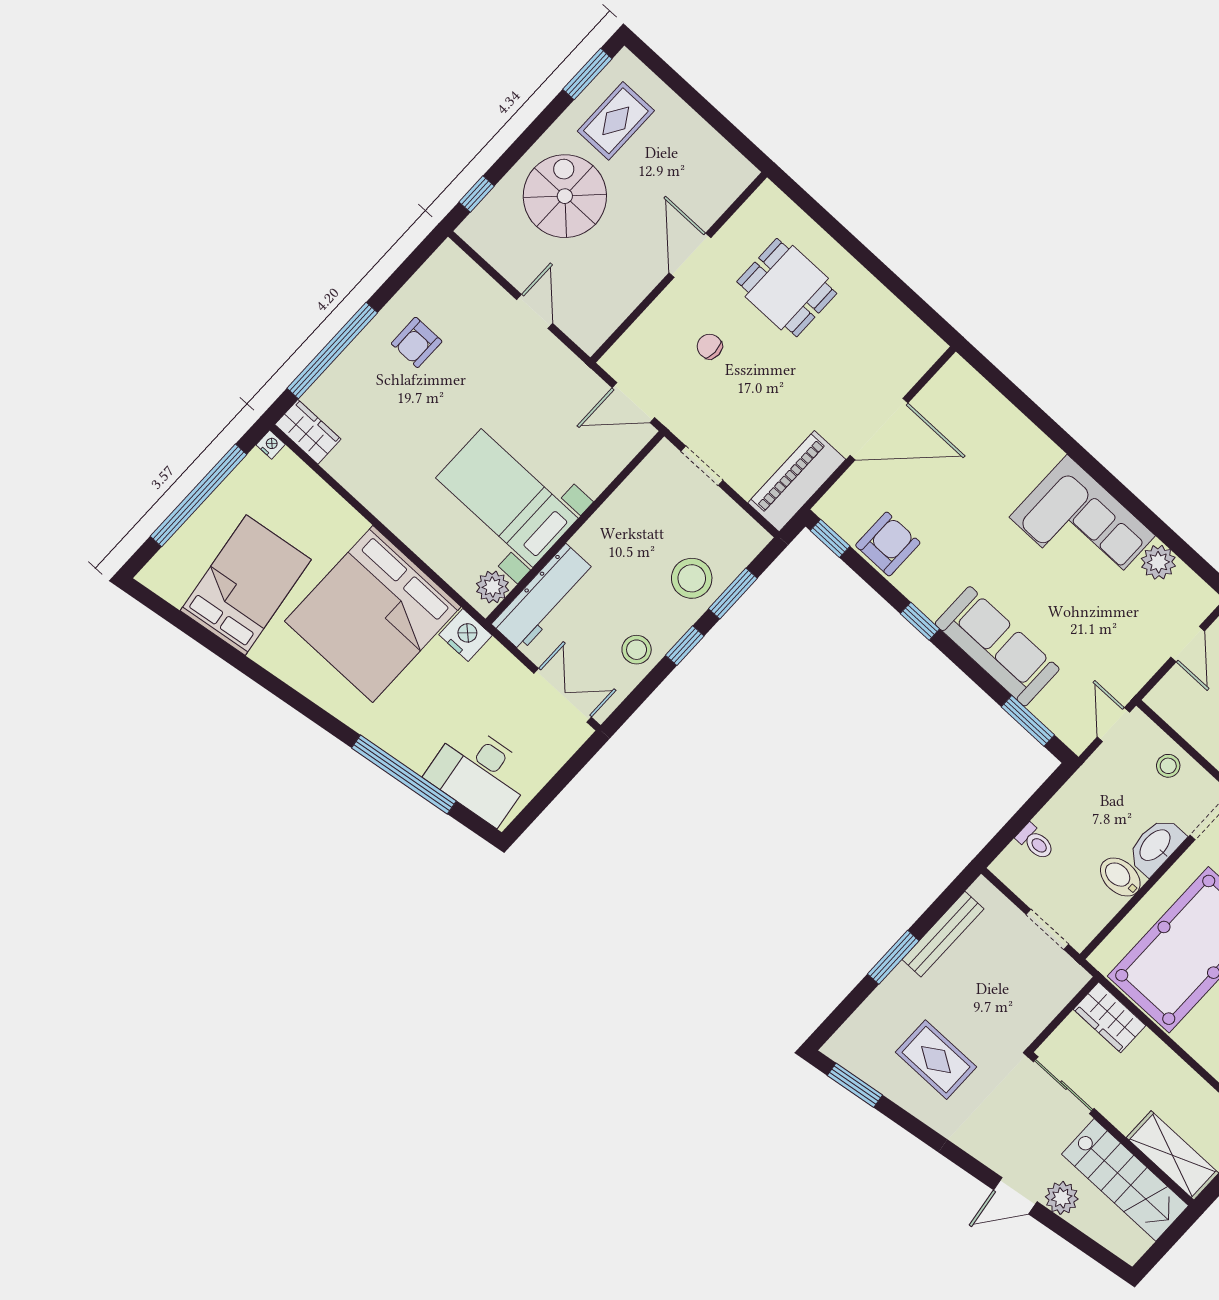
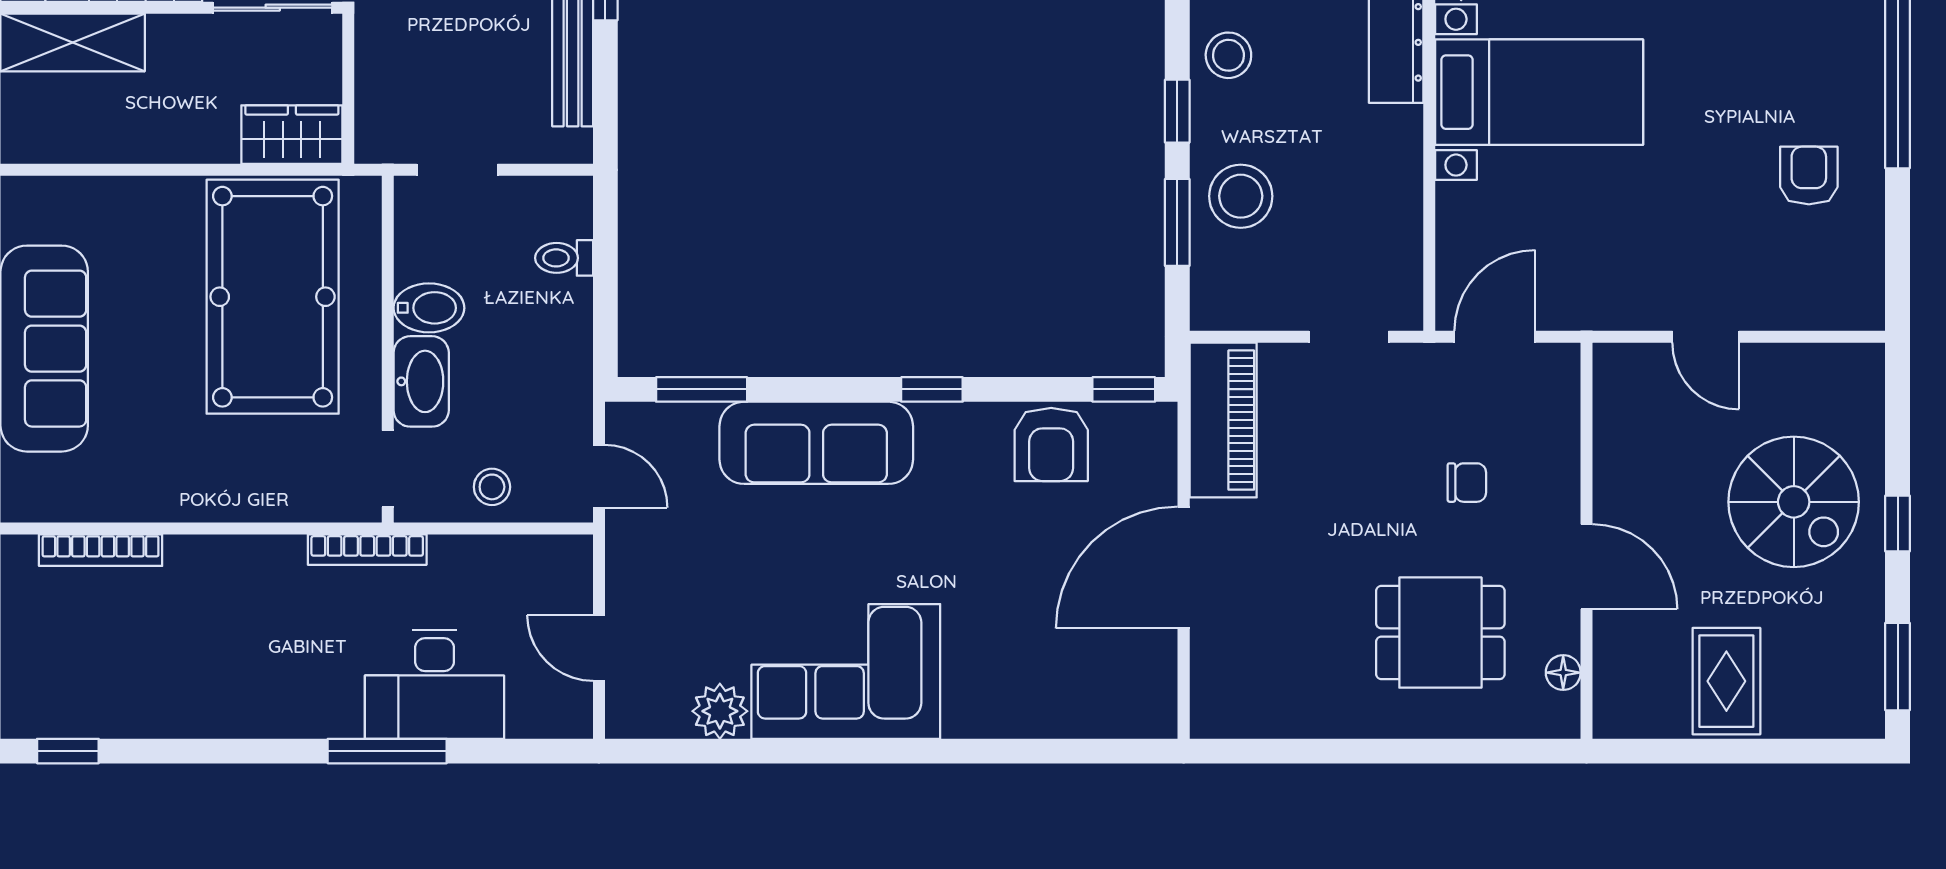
rug: (616, 121) -> (1726, 681), moved
window: (477, 194) -> (1898, 524), moved
floor lamp: (747, 216) -> (1563, 673), added

